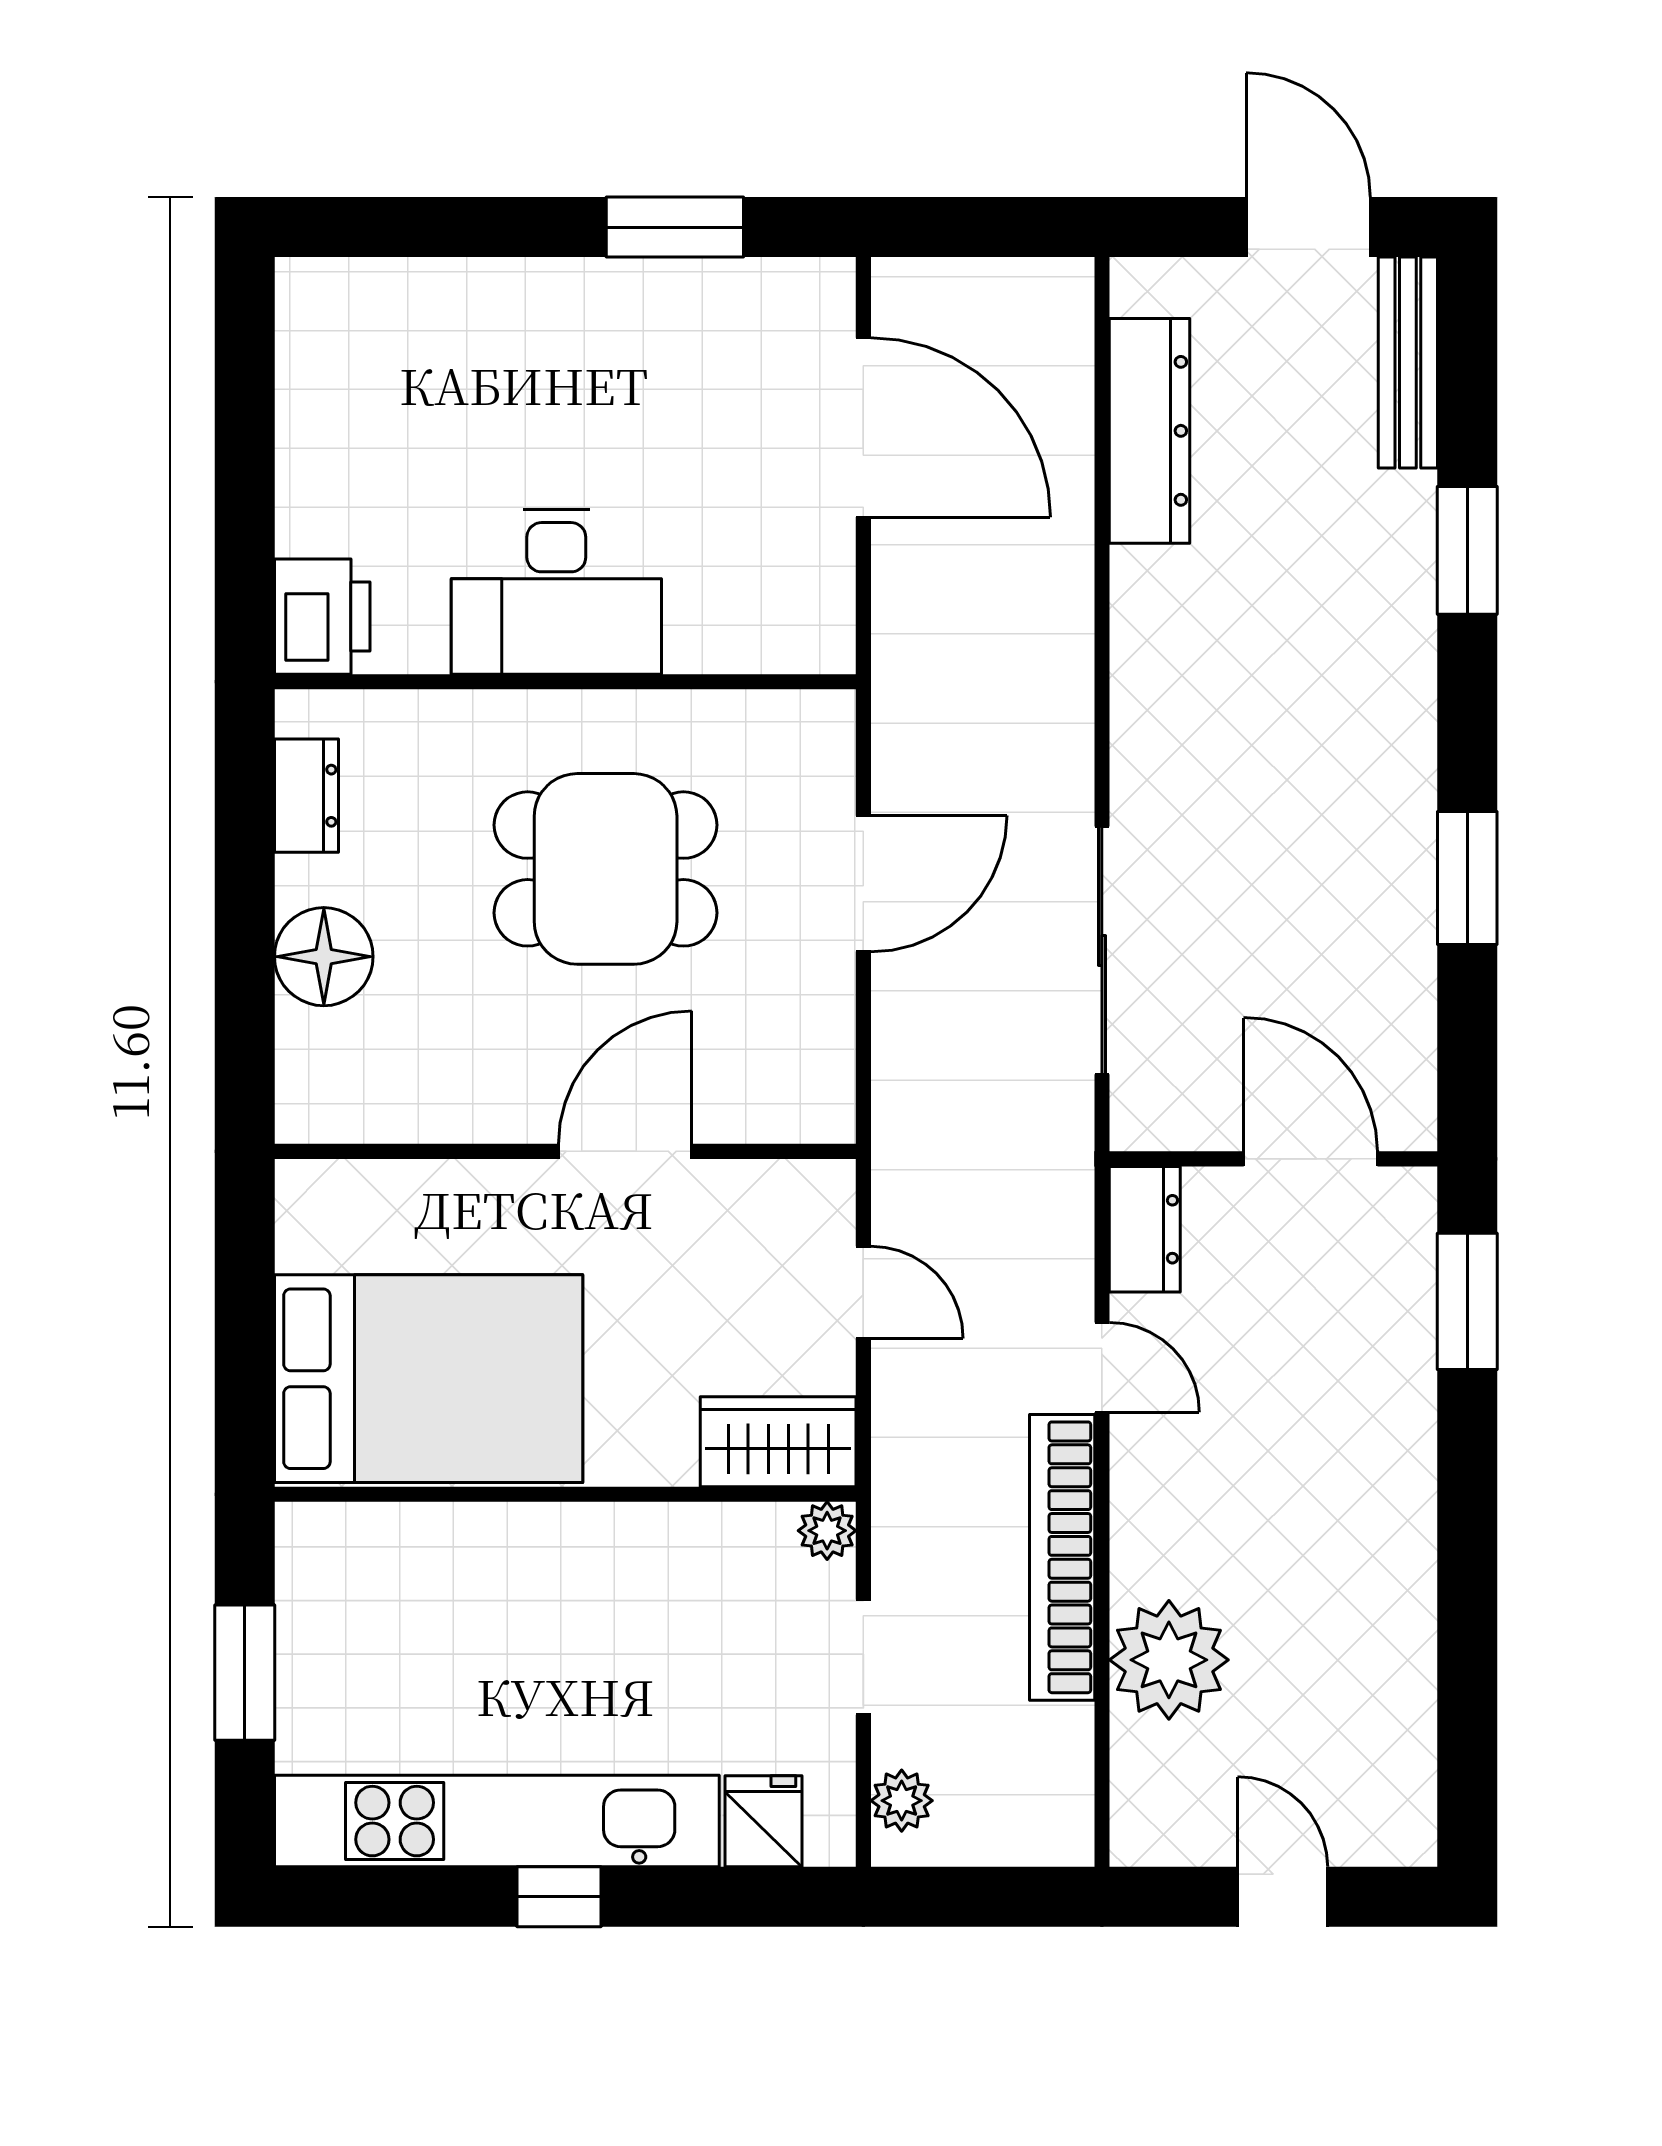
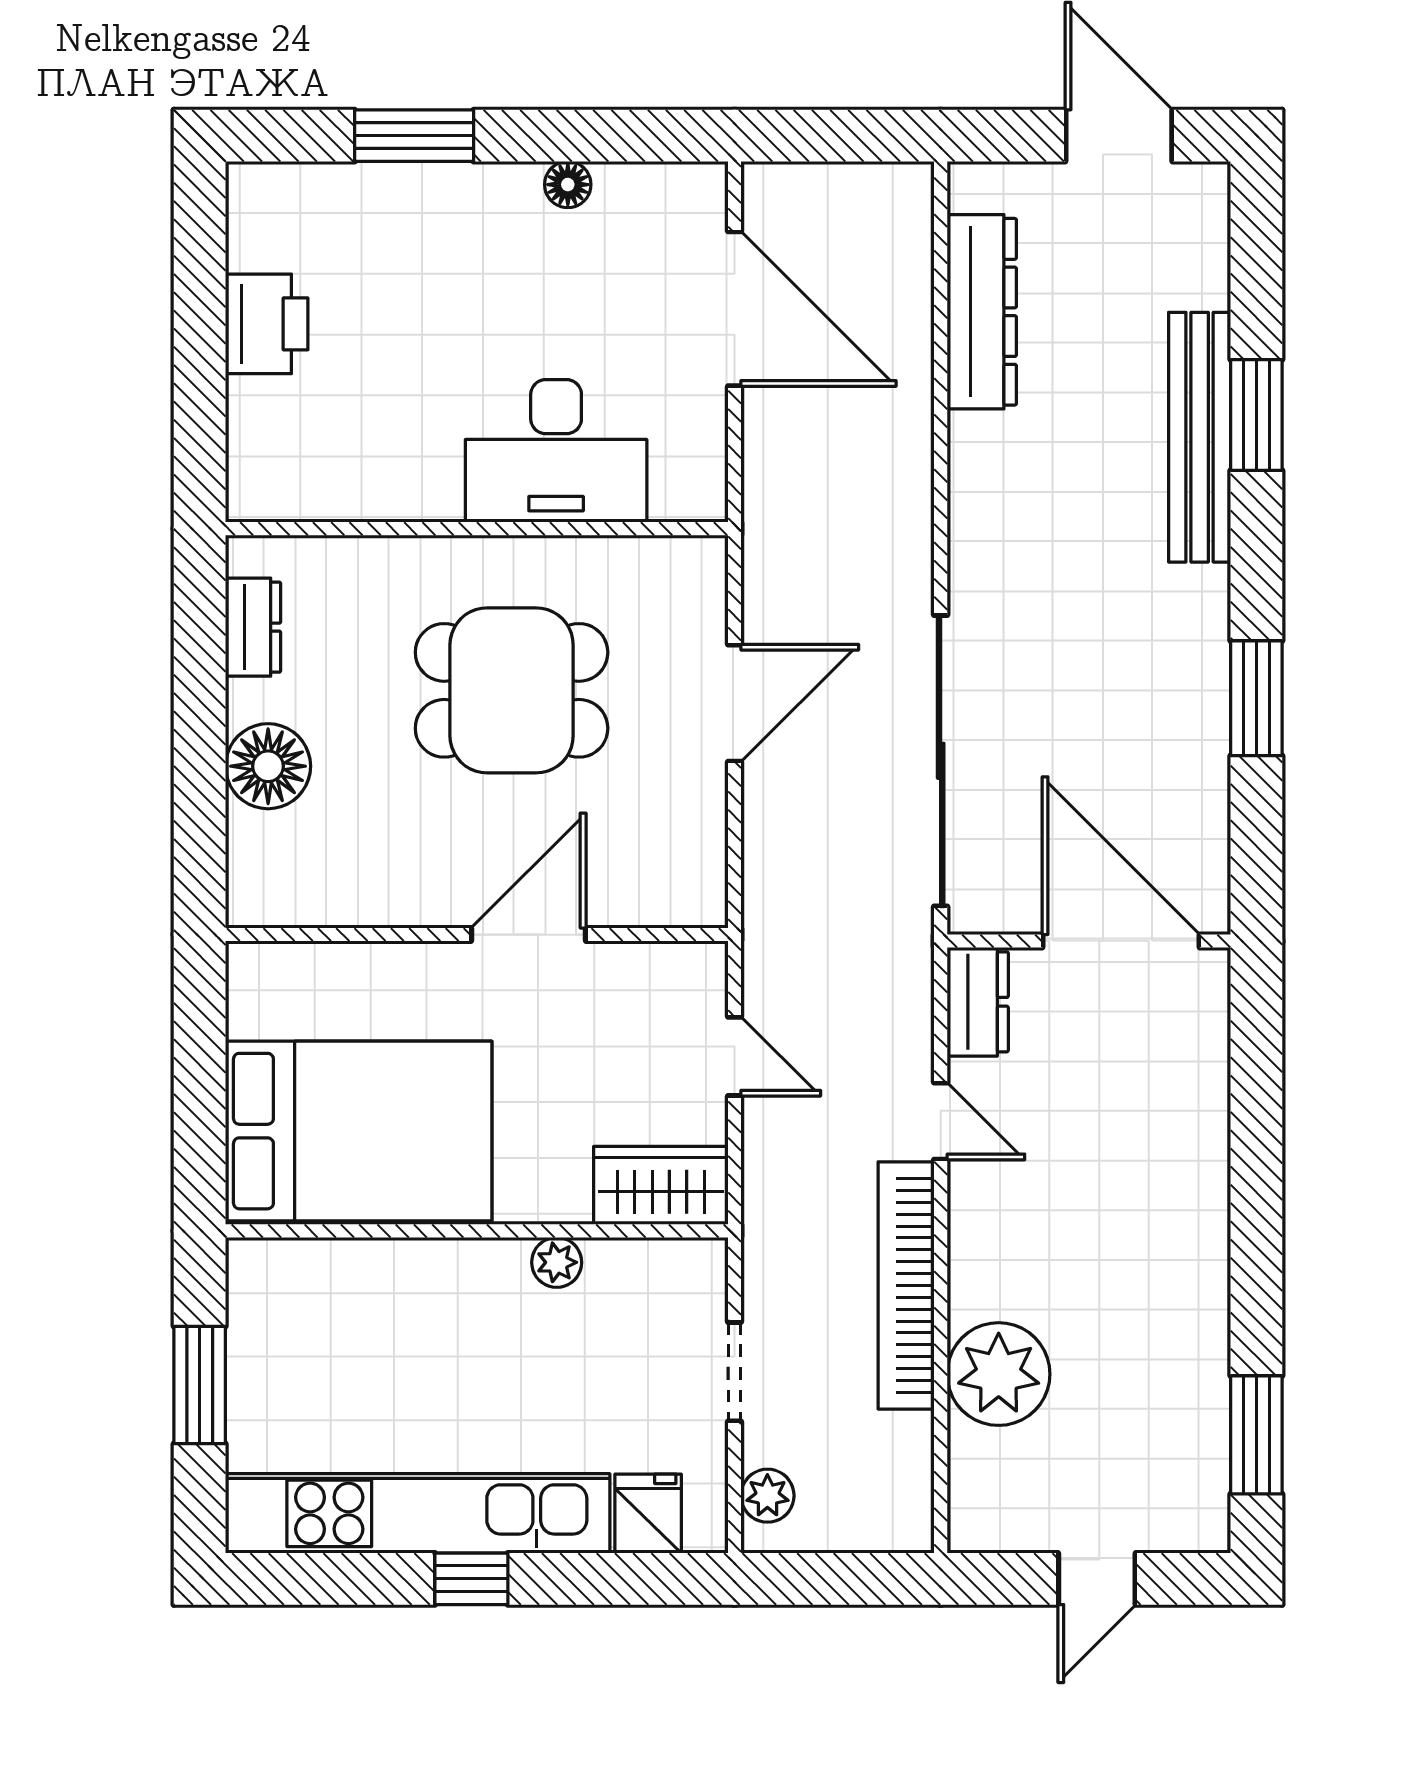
window: (675, 227) -> (414, 136), moved
floor lamp: (671, 284) -> (568, 185), added
bench: (1408, 362) -> (1200, 437), moved, width x1.37, depth x1.21
desk: (556, 592) -> (556, 451), moved
printer: (322, 617) -> (267, 324), moved
sliding door: (1102, 950) -> (941, 761), width x1.36
door: (1311, 1159) -> (1121, 941), width x1.36
window: (1467, 1301) -> (1256, 1435), moved
plant: (827, 1531) -> (557, 1262), moved
door: (1283, 1897) -> (1097, 1579), swing flipped

